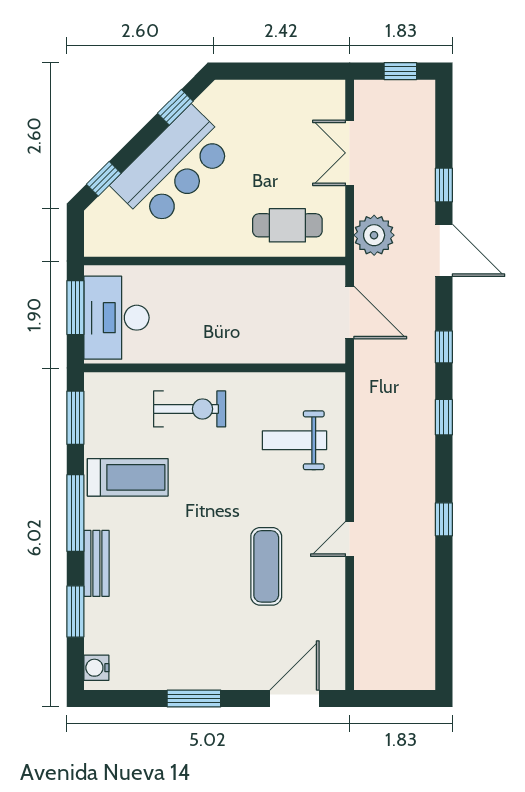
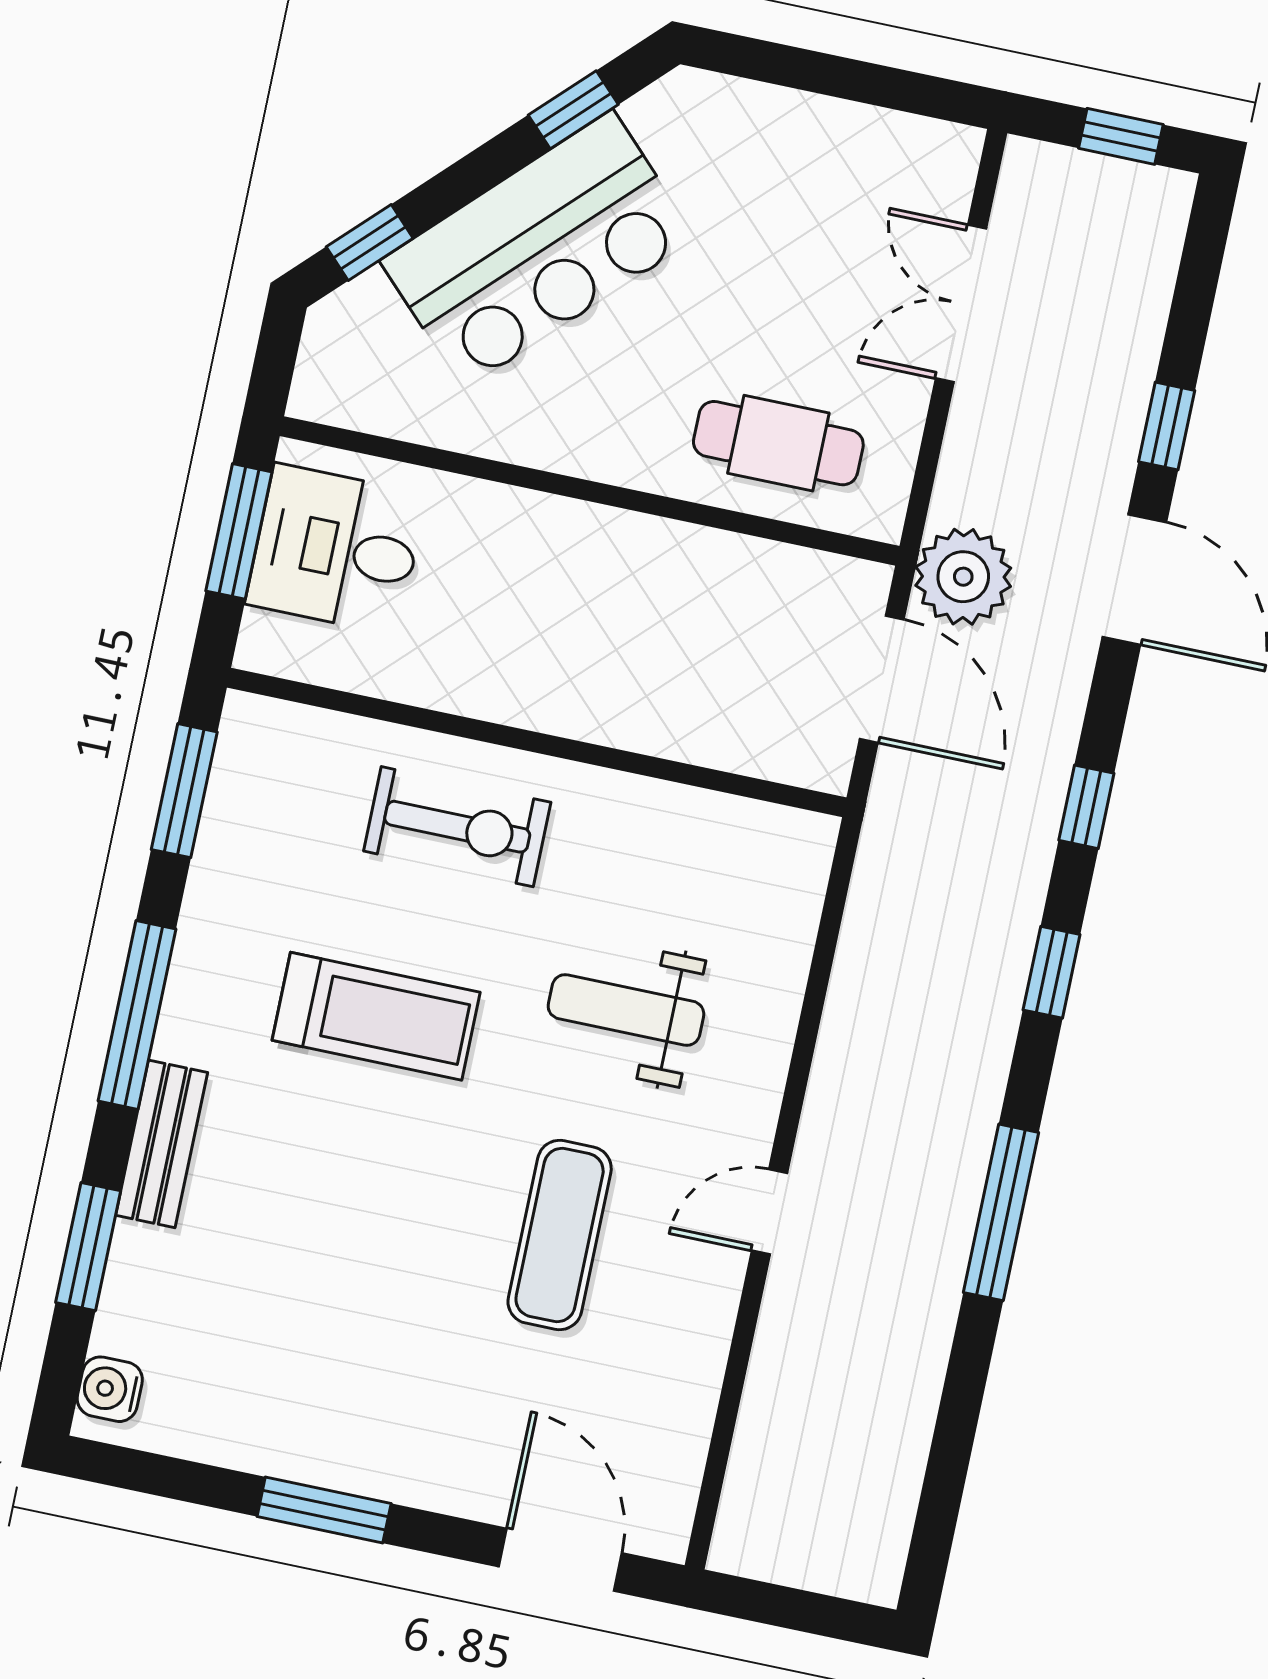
plant: (374, 235) -> (963, 577), moved
desk: (116, 318) -> (336, 549), width x0.73
weight bench: (294, 440) -> (626, 1010), moved
treadmill: (128, 477) -> (376, 1016), moved
window: (444, 519) -> (1001, 1212), width x2.17
door: (294, 698) -> (560, 1560), hinge flipped

